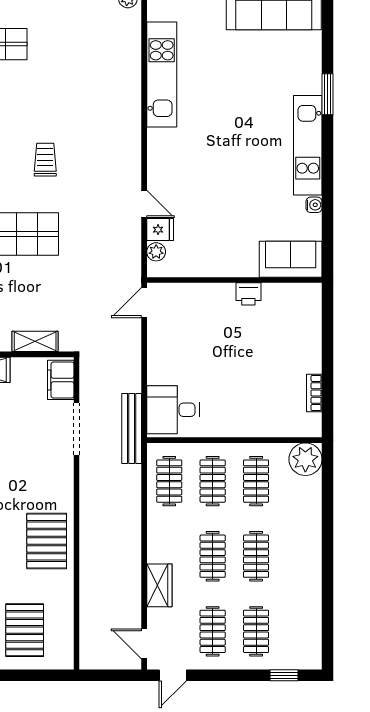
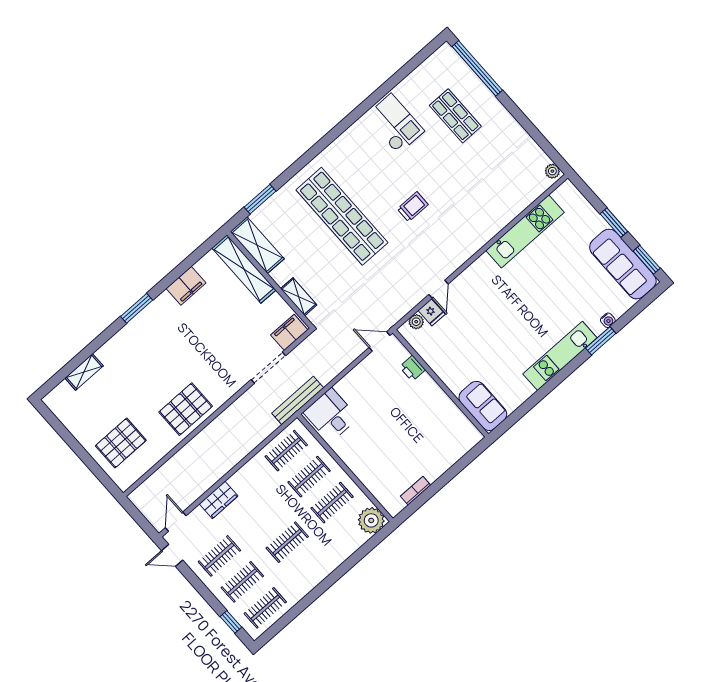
water cooler: (314, 205) -> (608, 320), moved
printer: (248, 294) -> (413, 368), moved
clothes rail: (213, 556) -> (265, 608), moved

